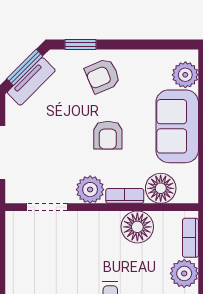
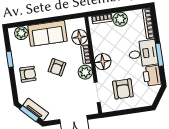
window: (80, 44) -> (10, 59), moved
armchair: (103, 76) -> (28, 74), turned -67
armchair: (108, 135) -> (57, 67), turned 118
floor lamp: (137, 227) -> (103, 62), moved
armchair: (46, 259) -> (123, 89), added

